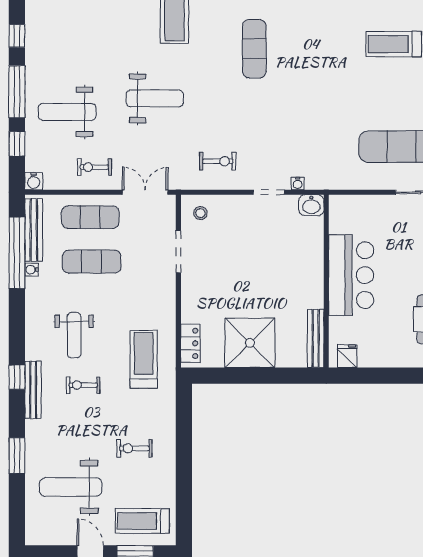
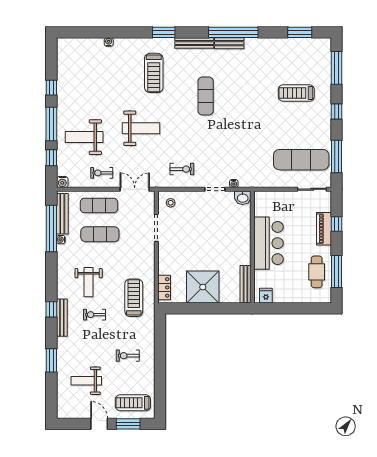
weight bench: (71, 487) -> (86, 381), width x0.73, depth x0.75

